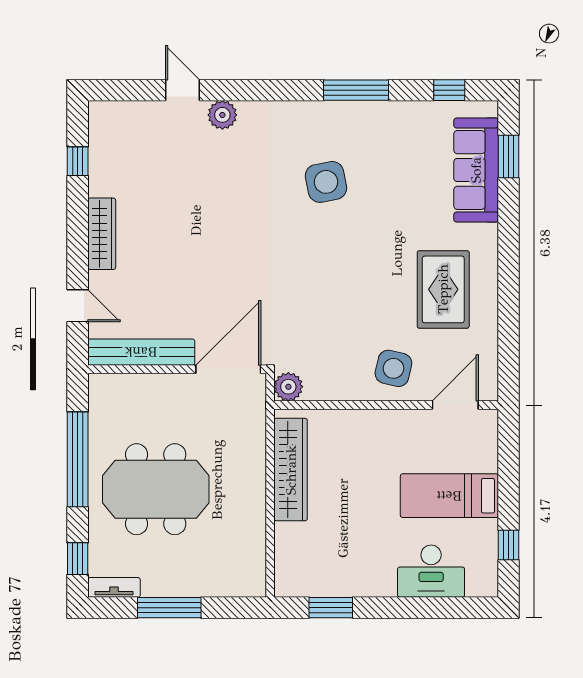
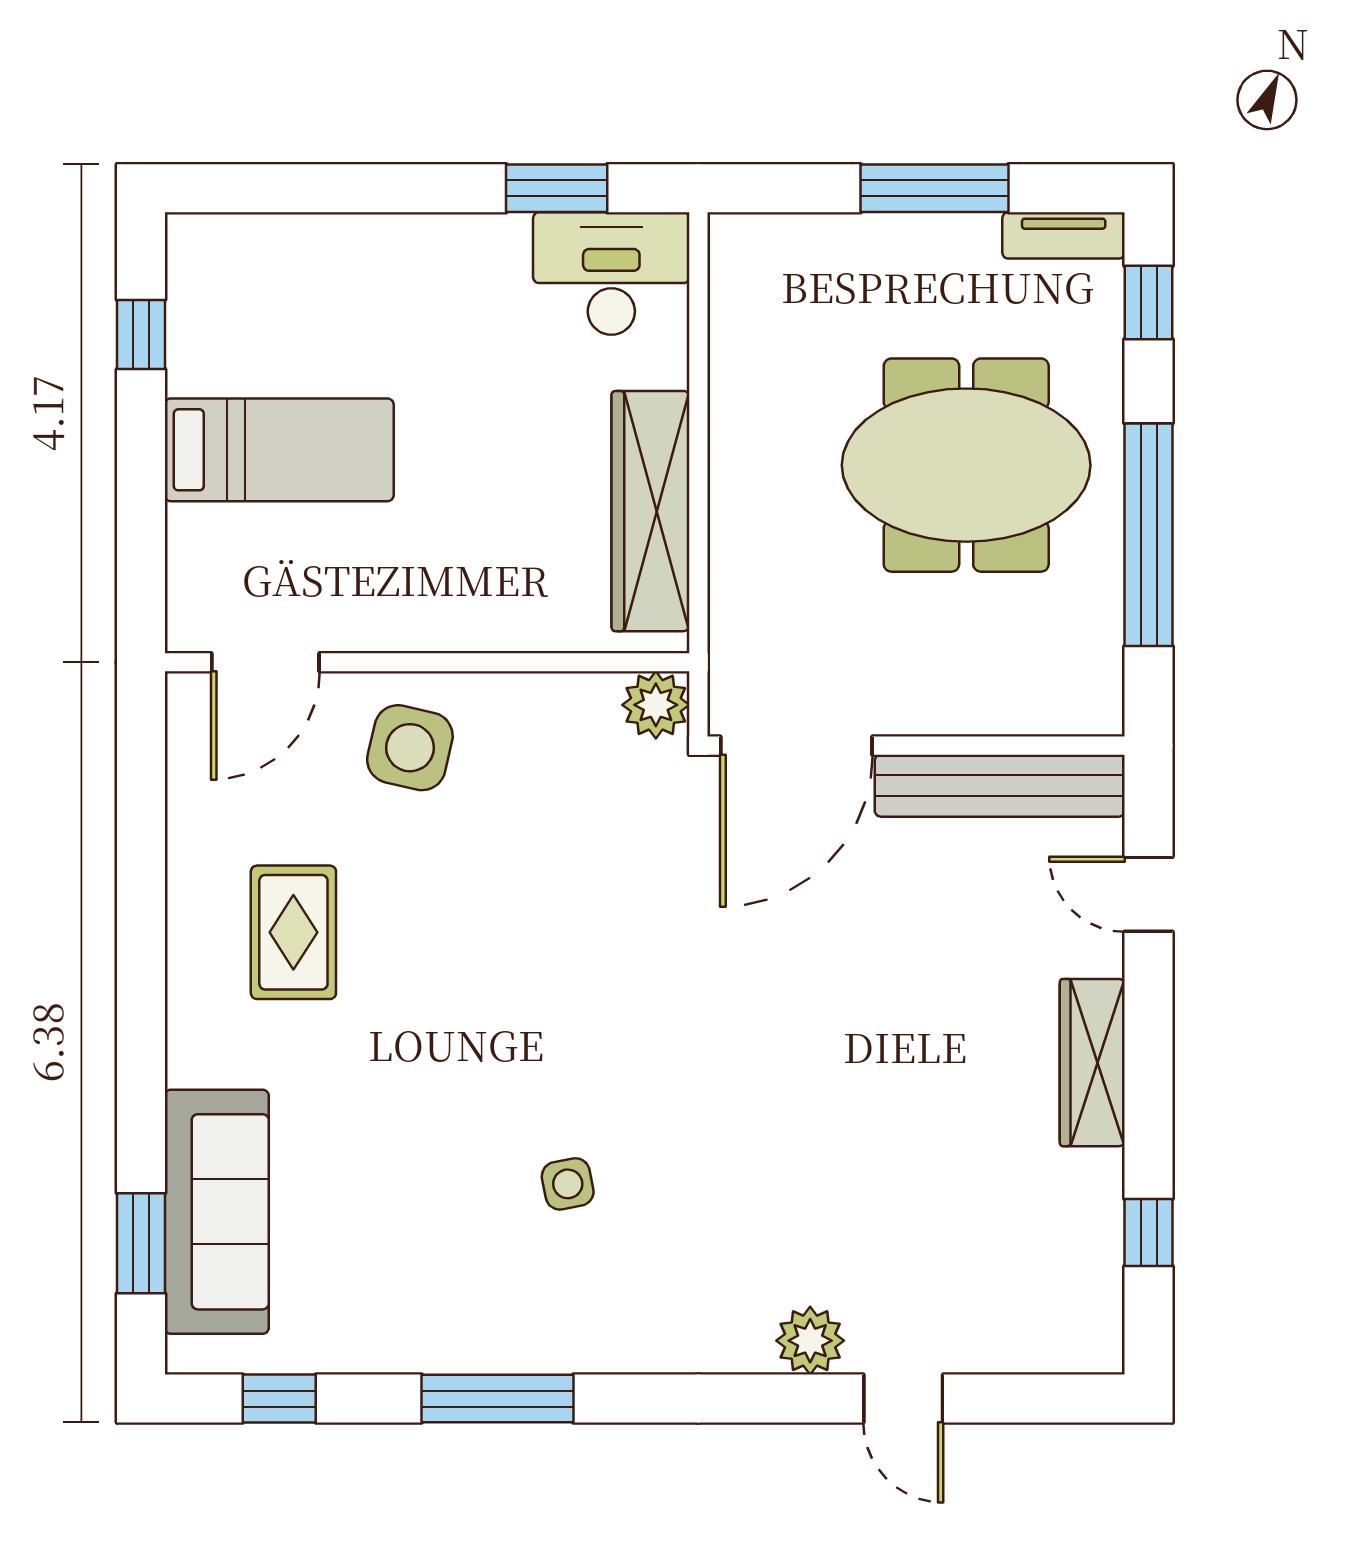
side table: (326, 182) -> (568, 1184), width x0.54, depth x0.54
rug: (443, 289) -> (293, 932), width x0.73, depth x0.70
desk: (431, 571) -> (611, 273), moved

